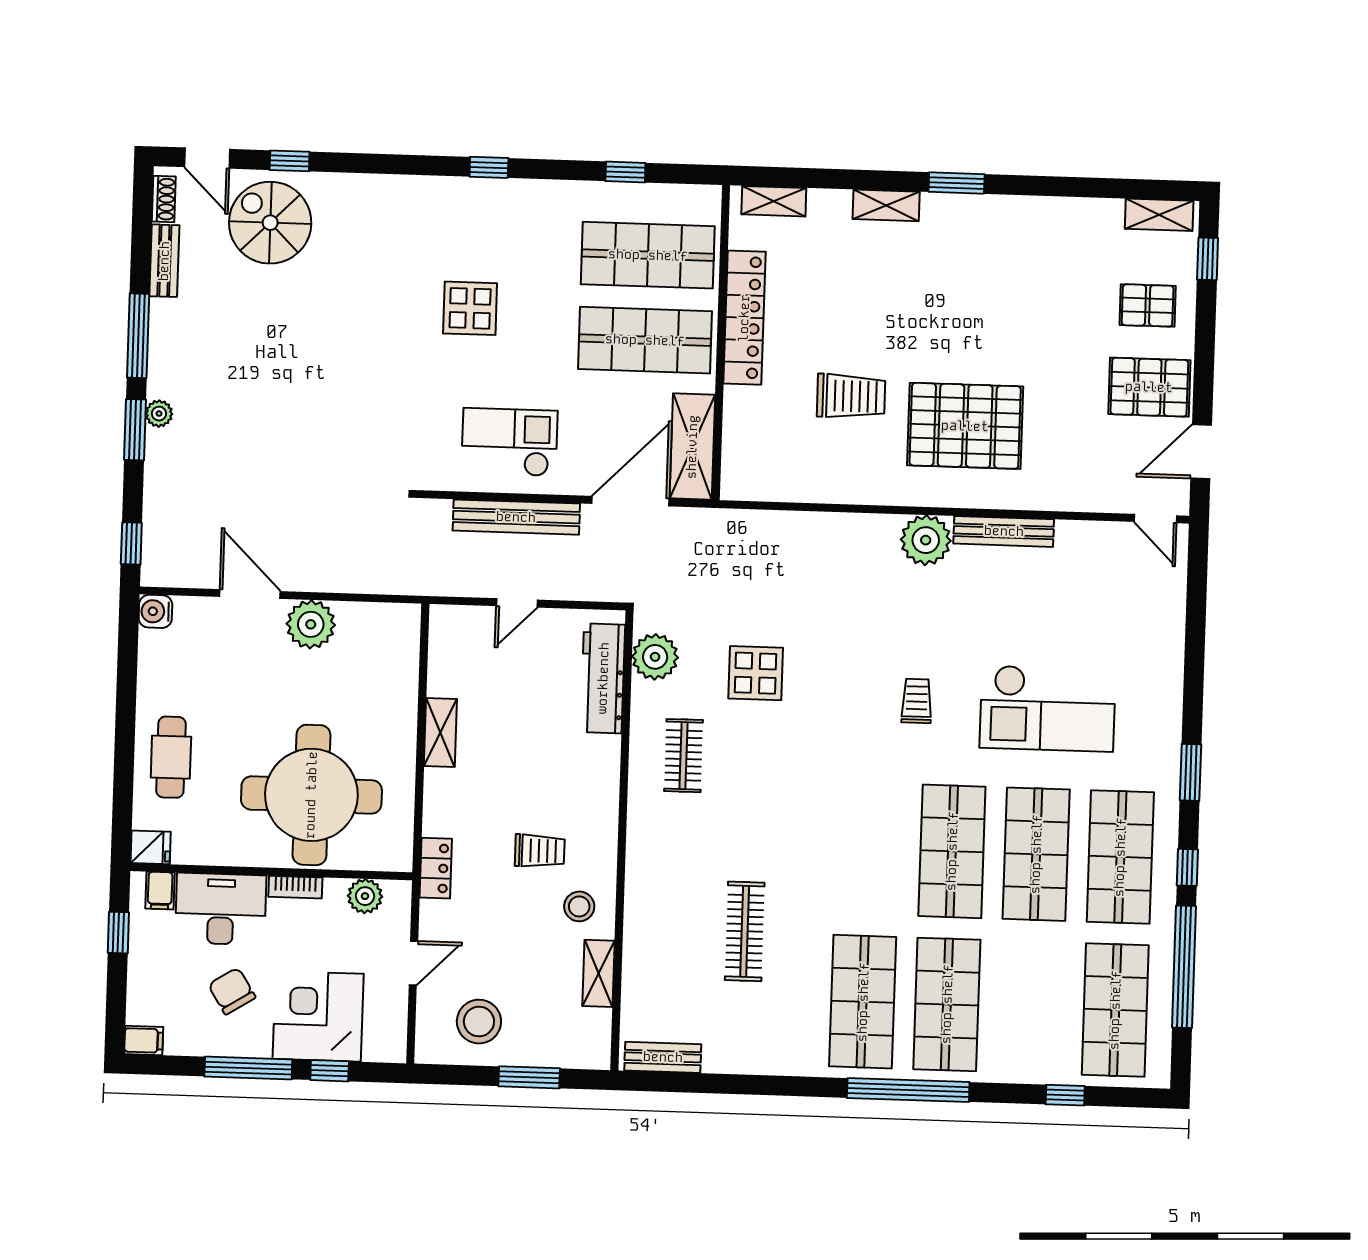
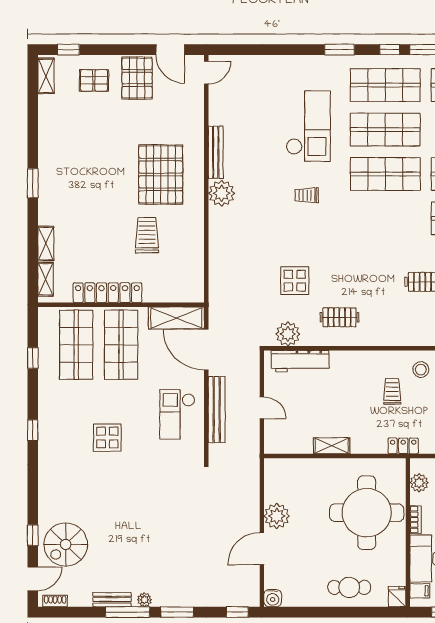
shelving: (886, 205) -> (46, 244), moved
bench: (164, 261) -> (112, 600), moved
pallet: (1148, 305) -> (94, 80), turned 90
plant: (159, 414) -> (144, 600), moved

